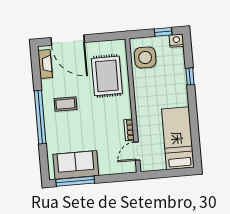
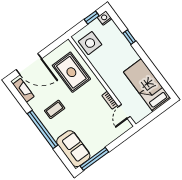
sofa: (76, 165) -> (73, 149), moved, turned 90

